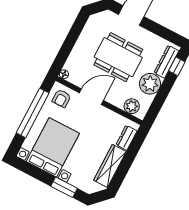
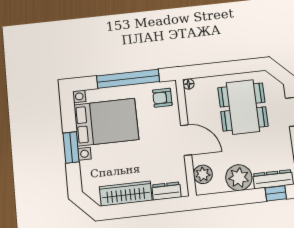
dining table: (118, 57) -> (243, 107), moved
door: (91, 97) -> (186, 140), moved
window: (64, 187) -> (71, 147), moved

